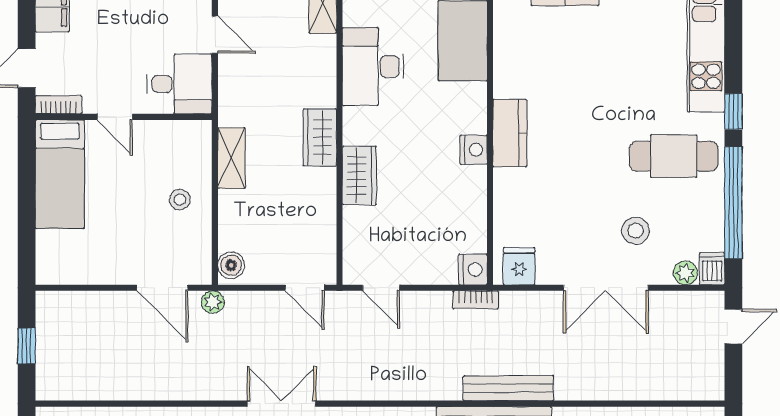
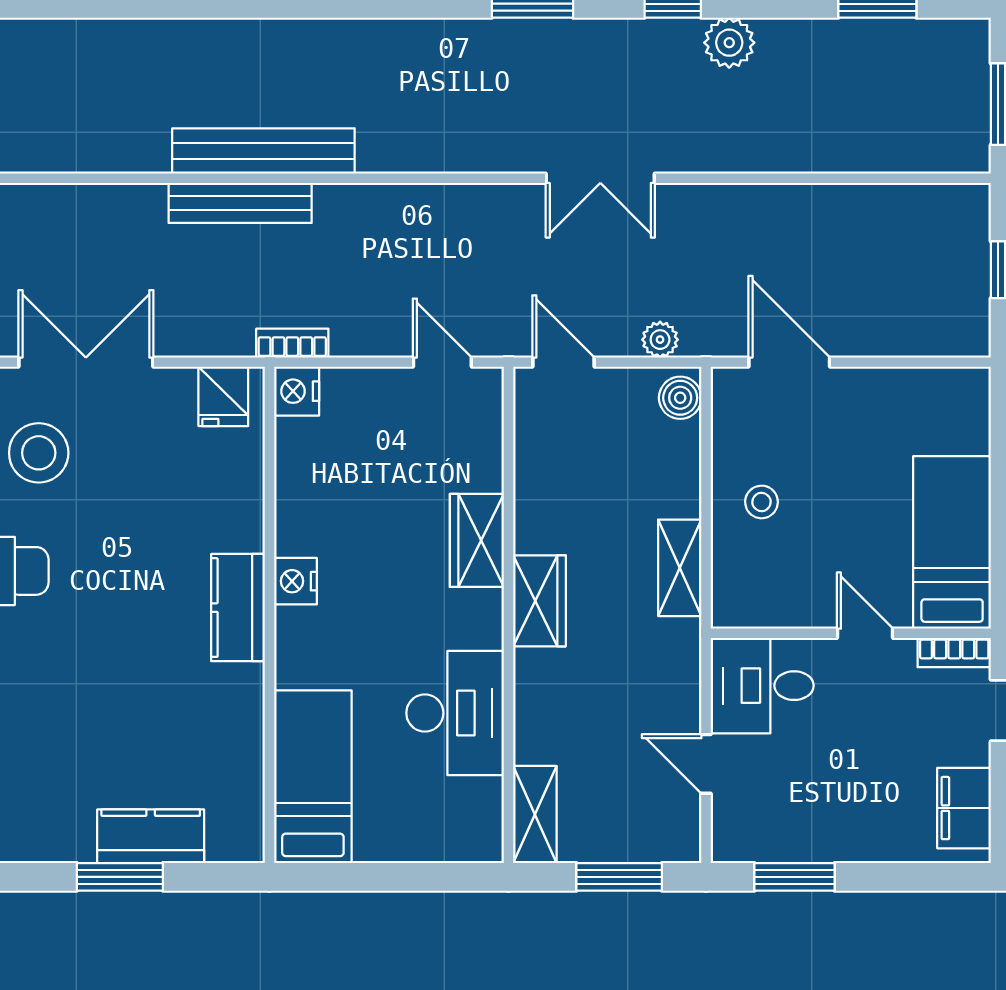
stool: (636, 231) -> (39, 453), width x1.38, depth x1.38
plant: (213, 302) -> (660, 340), moved

